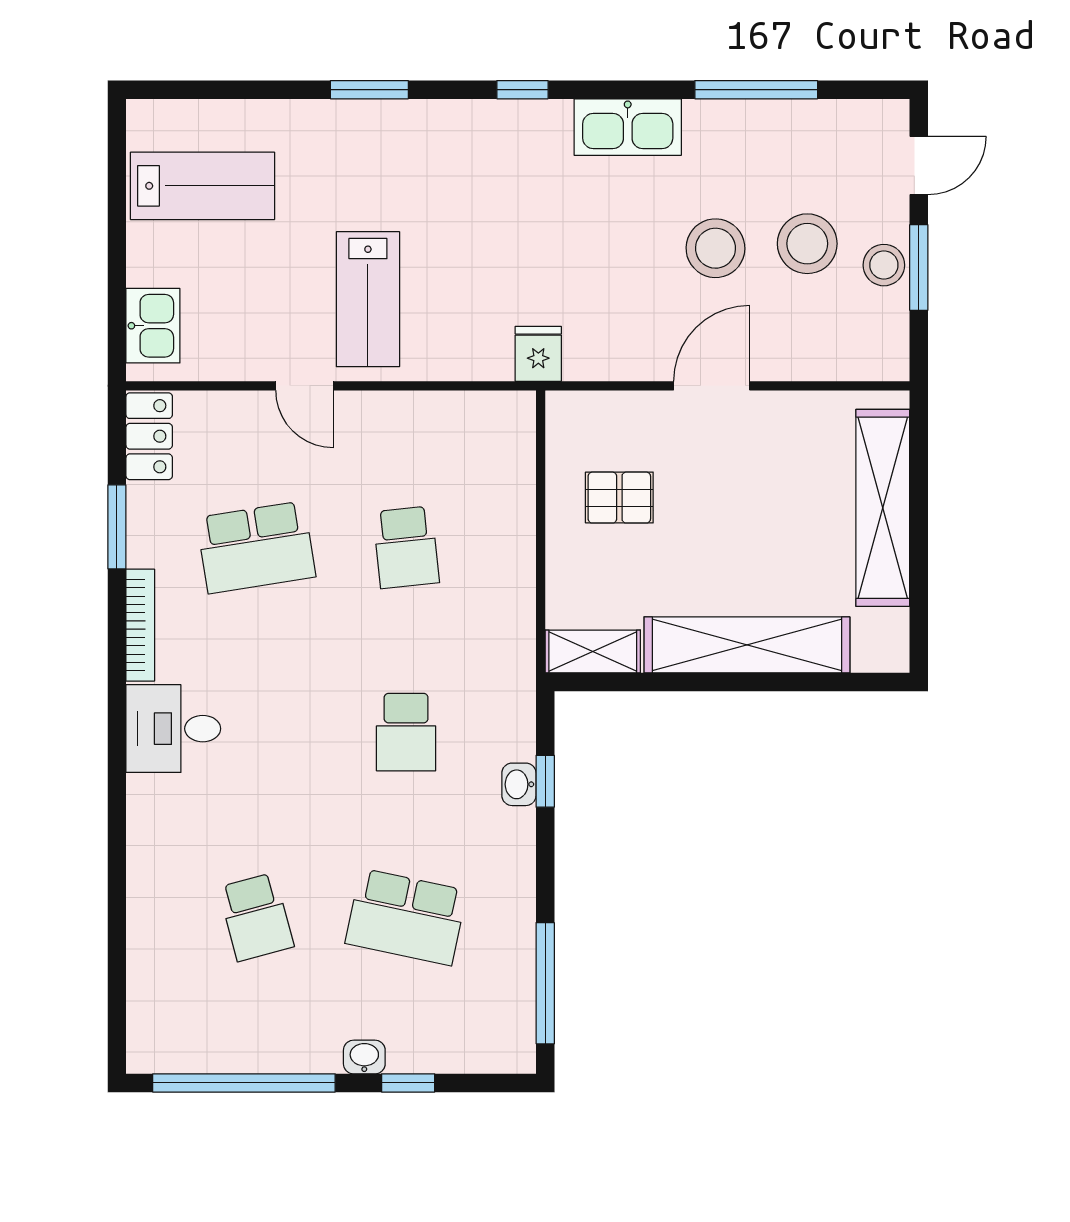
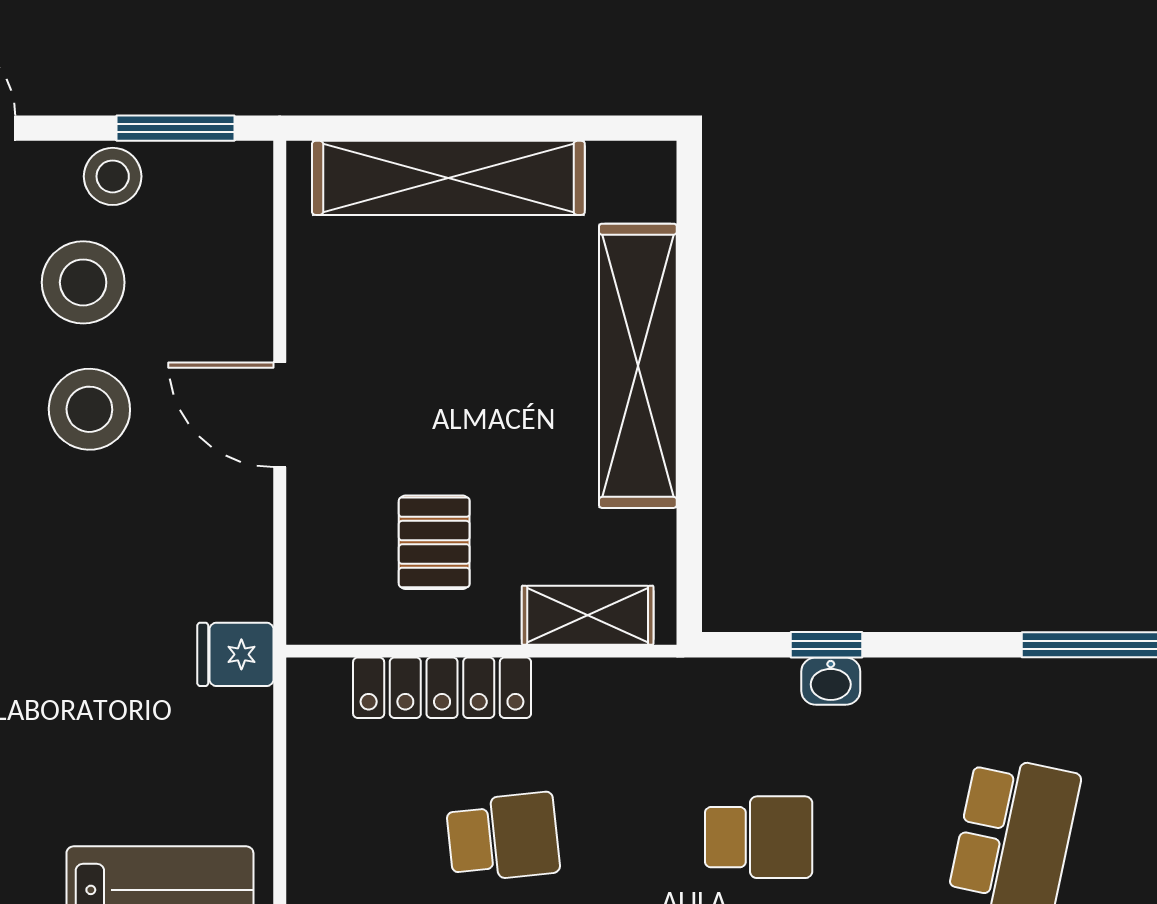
window: (919, 268) -> (176, 128), moved
locker: (514, 503) -> (442, 688), added
shelving: (593, 651) -> (588, 615), moved, turned 90

